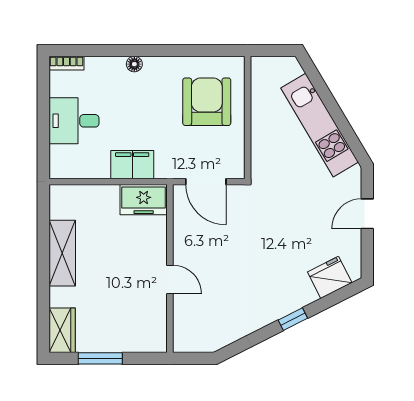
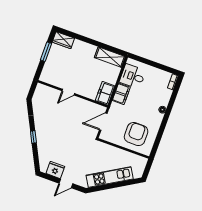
armchair: (207, 102) -> (136, 134), turned -90
desk: (74, 121) -> (133, 76), moved, turned -90
door: (367, 214) -> (66, 183), swing flipped
shelving: (62, 253) -> (110, 57), moved
fridge: (330, 277) -> (55, 170), moved, turned -63

